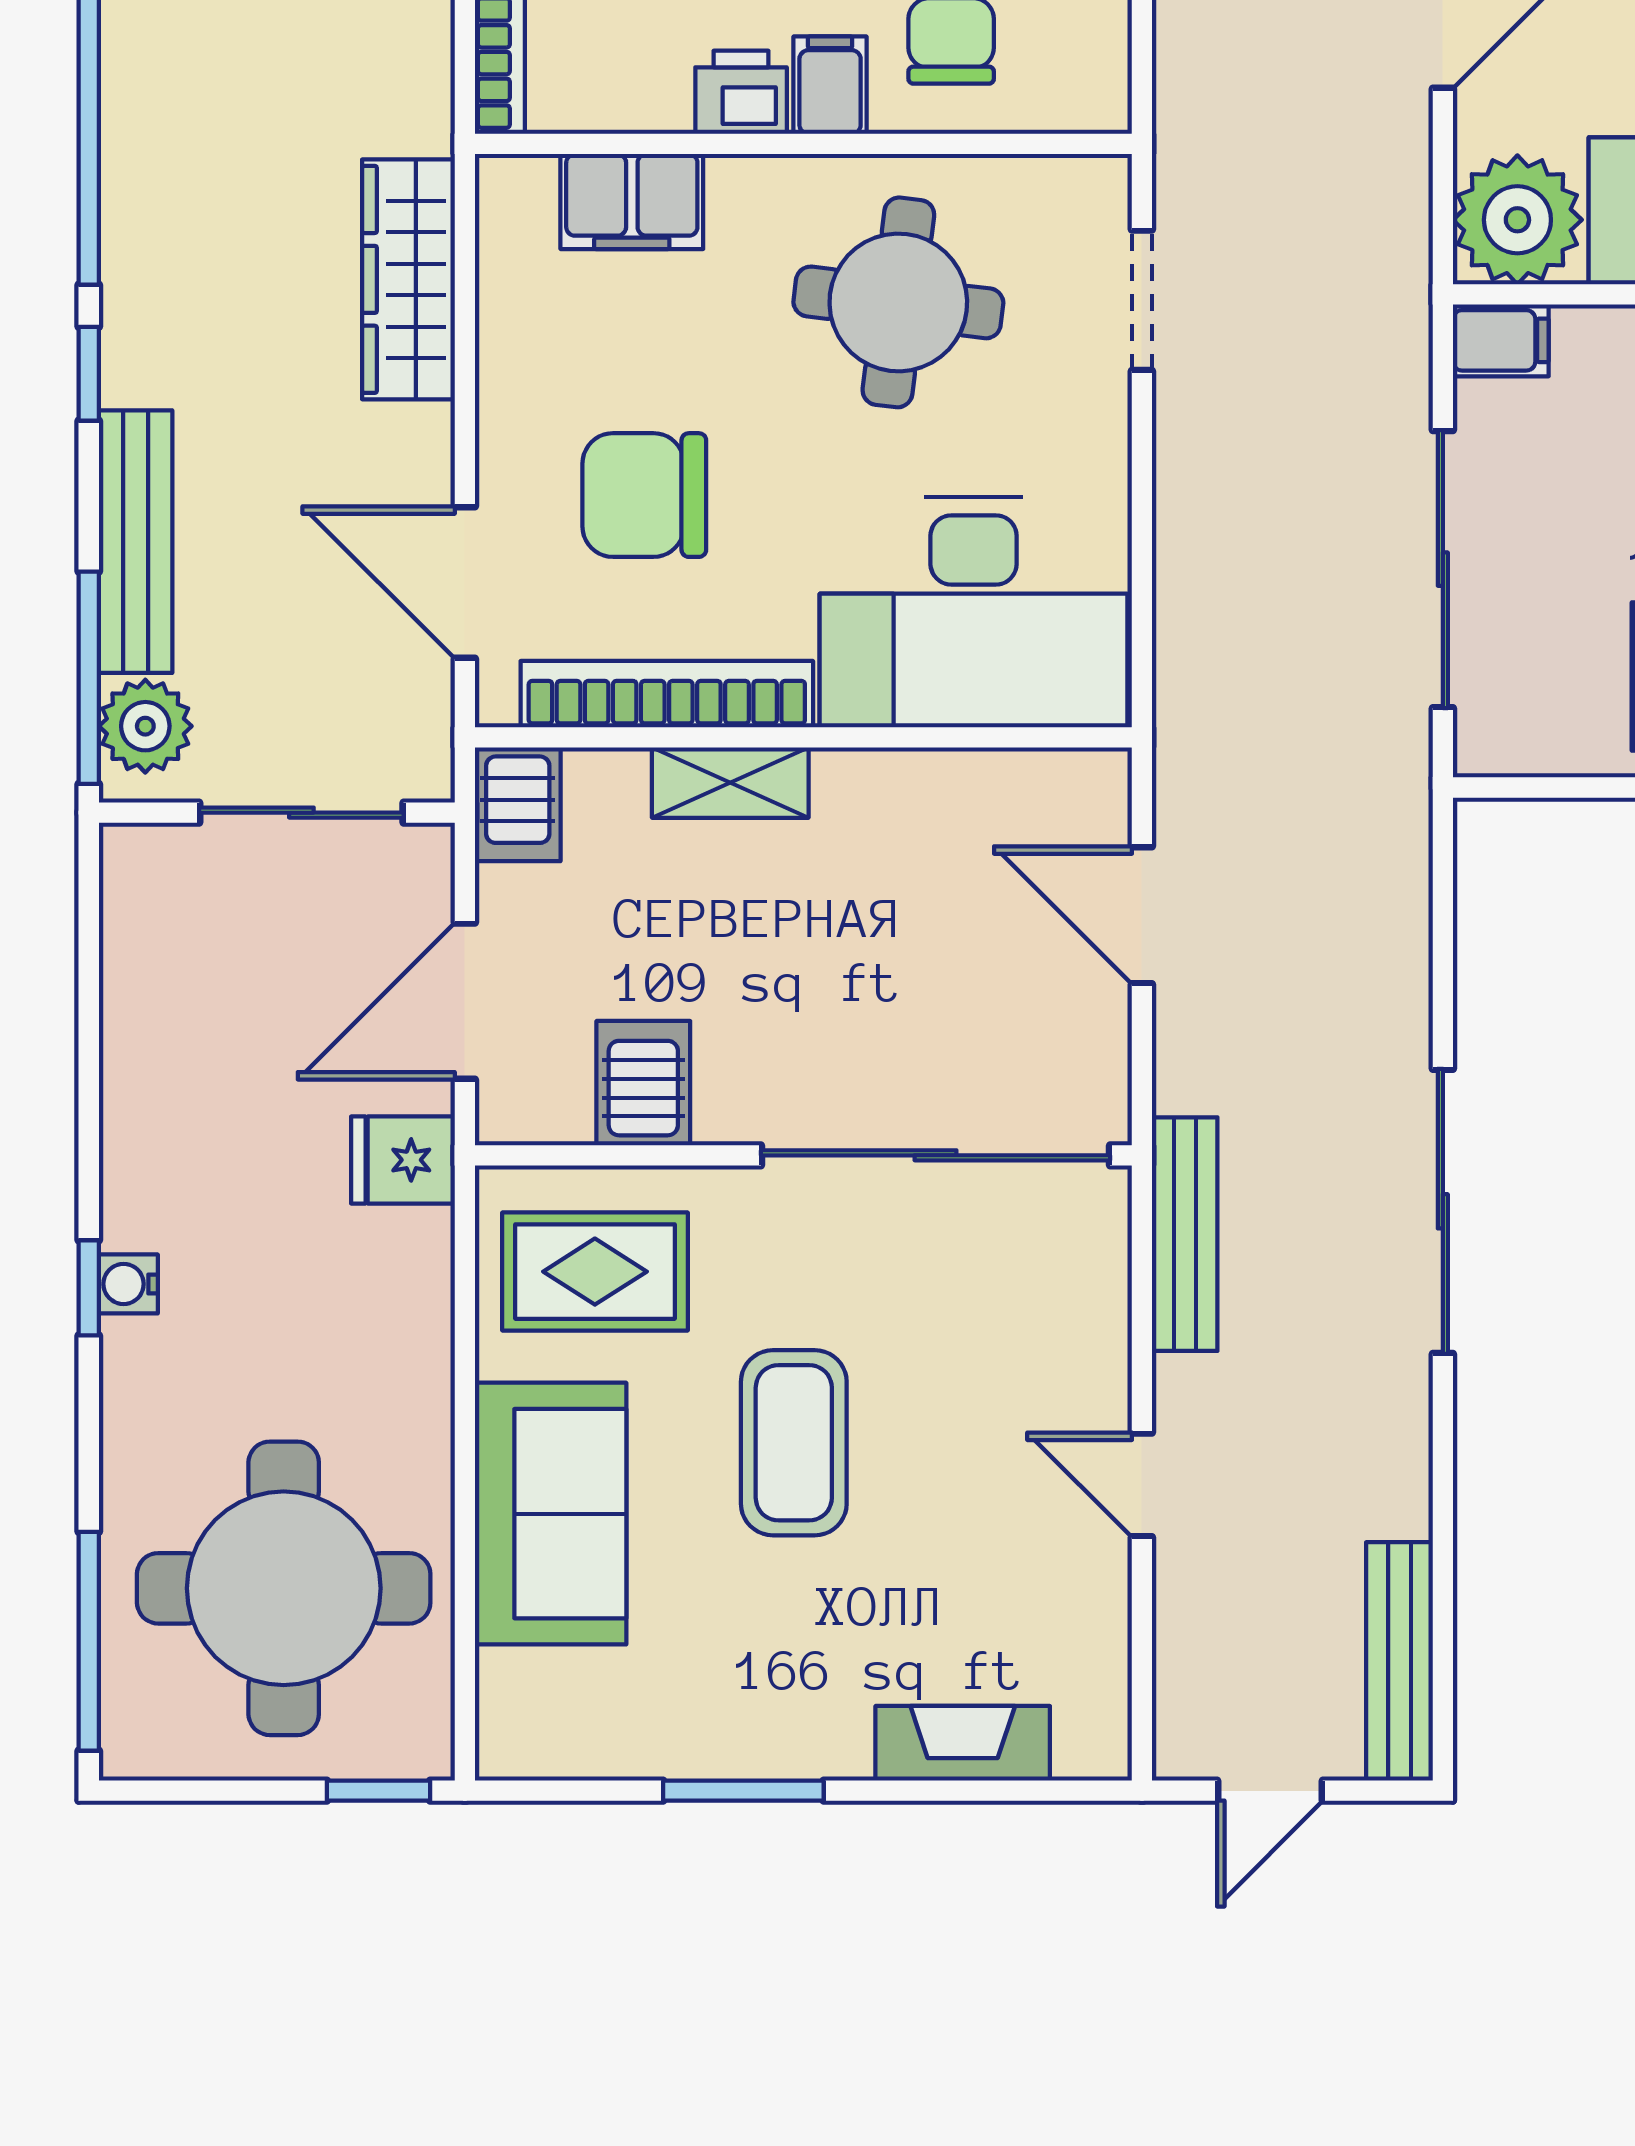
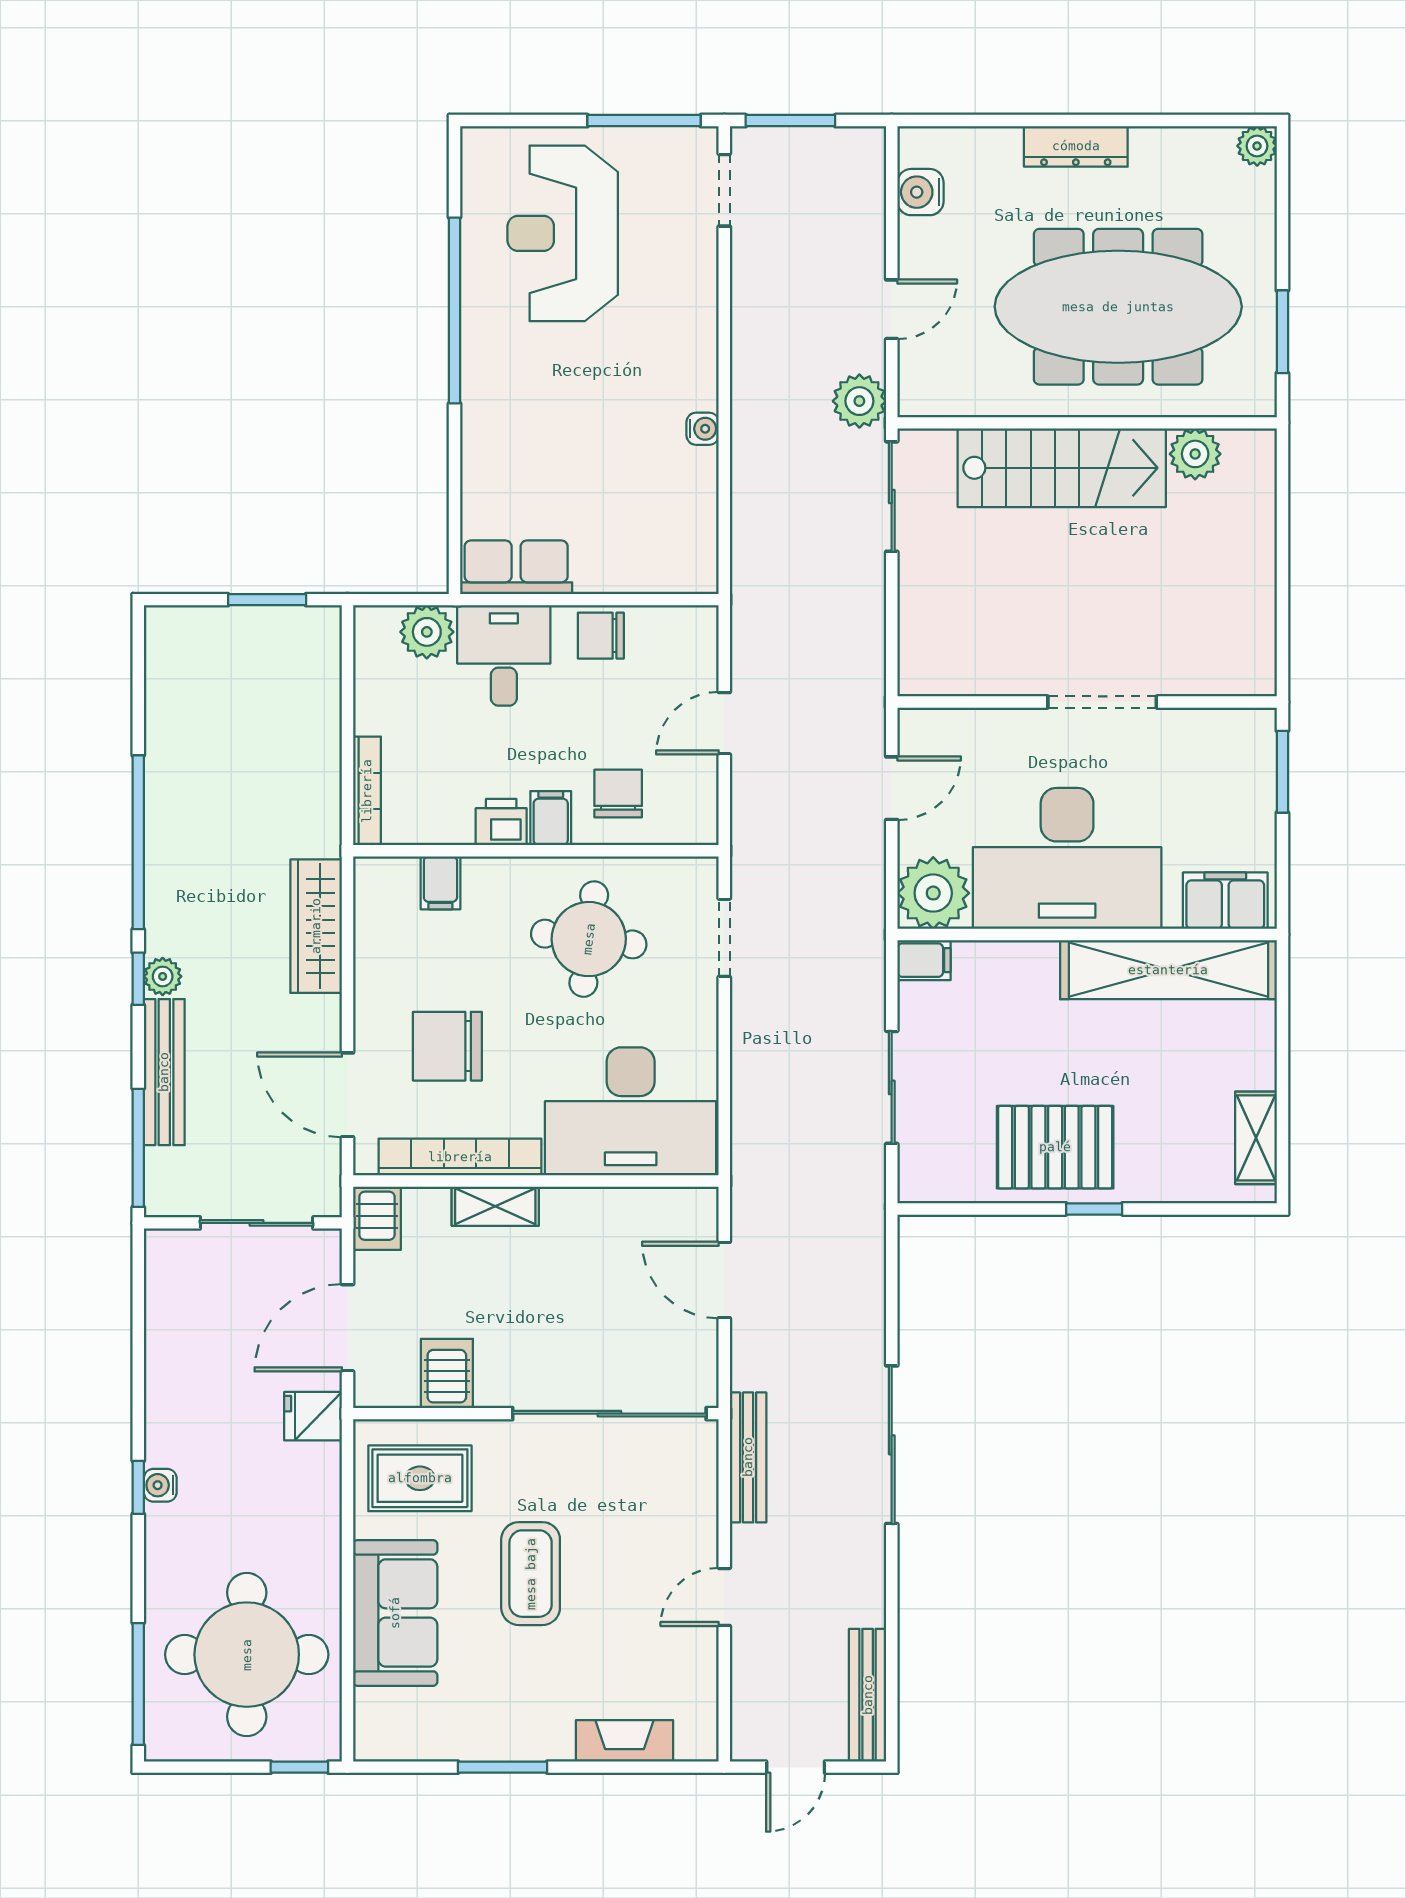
filing cabinet: (632, 201) -> (440, 883), width x0.50
sliding door: (1443, 569) -> (892, 1087), width x0.73
plant: (145, 726) -> (163, 976), moved, width x0.73, depth x0.73
door: (1142, 1485) -> (724, 1597), hinge flipped

